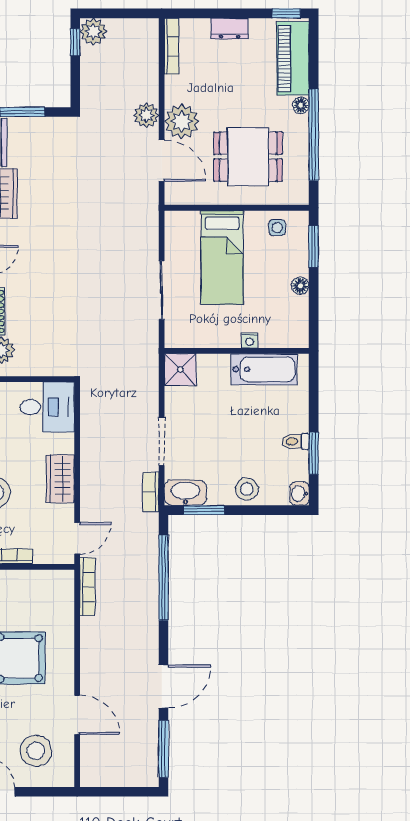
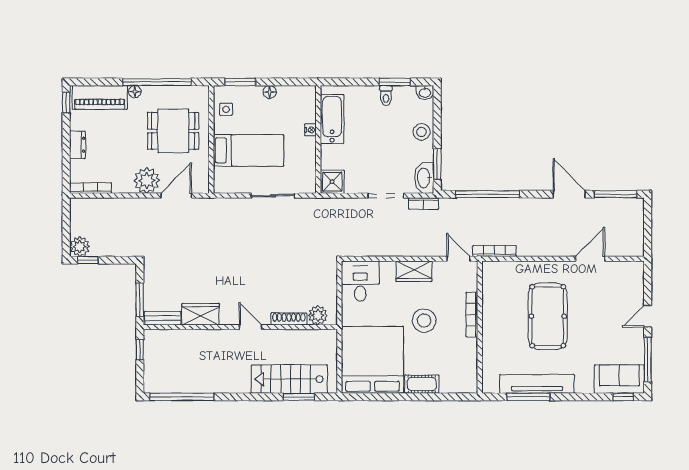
plant: (146, 115) -> (142, 207), removed
dining table: (248, 157) -> (173, 131), turned 90
stool: (36, 751) -> (617, 290), removed

